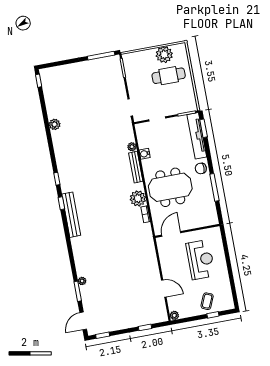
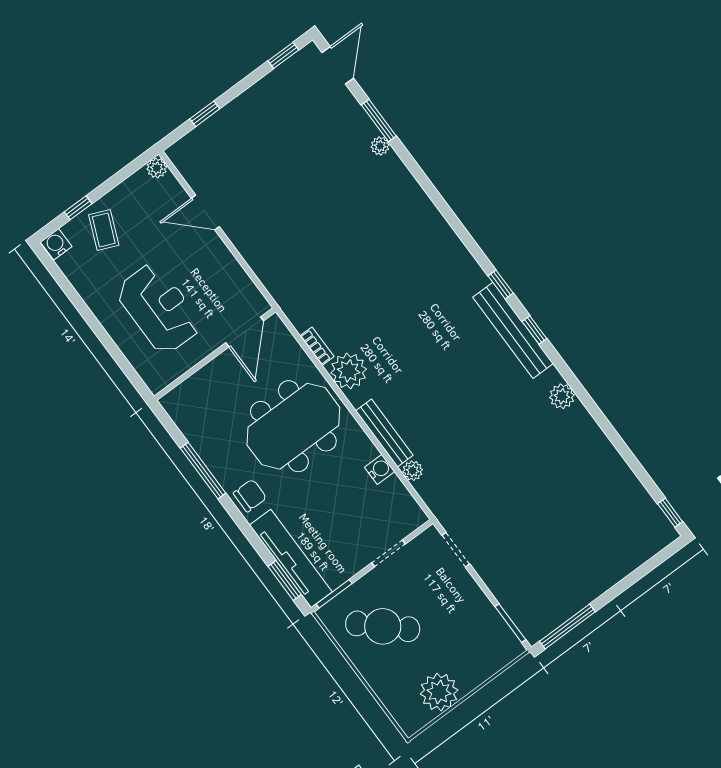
cafe table: (169, 76) -> (383, 626), moved, turned 43
plant: (55, 124) -> (562, 396), moved
bench: (71, 215) -> (513, 330), moved
reception desk: (201, 260) -> (159, 308), turned 180
water cooler: (229, 305) -> (56, 244), added

